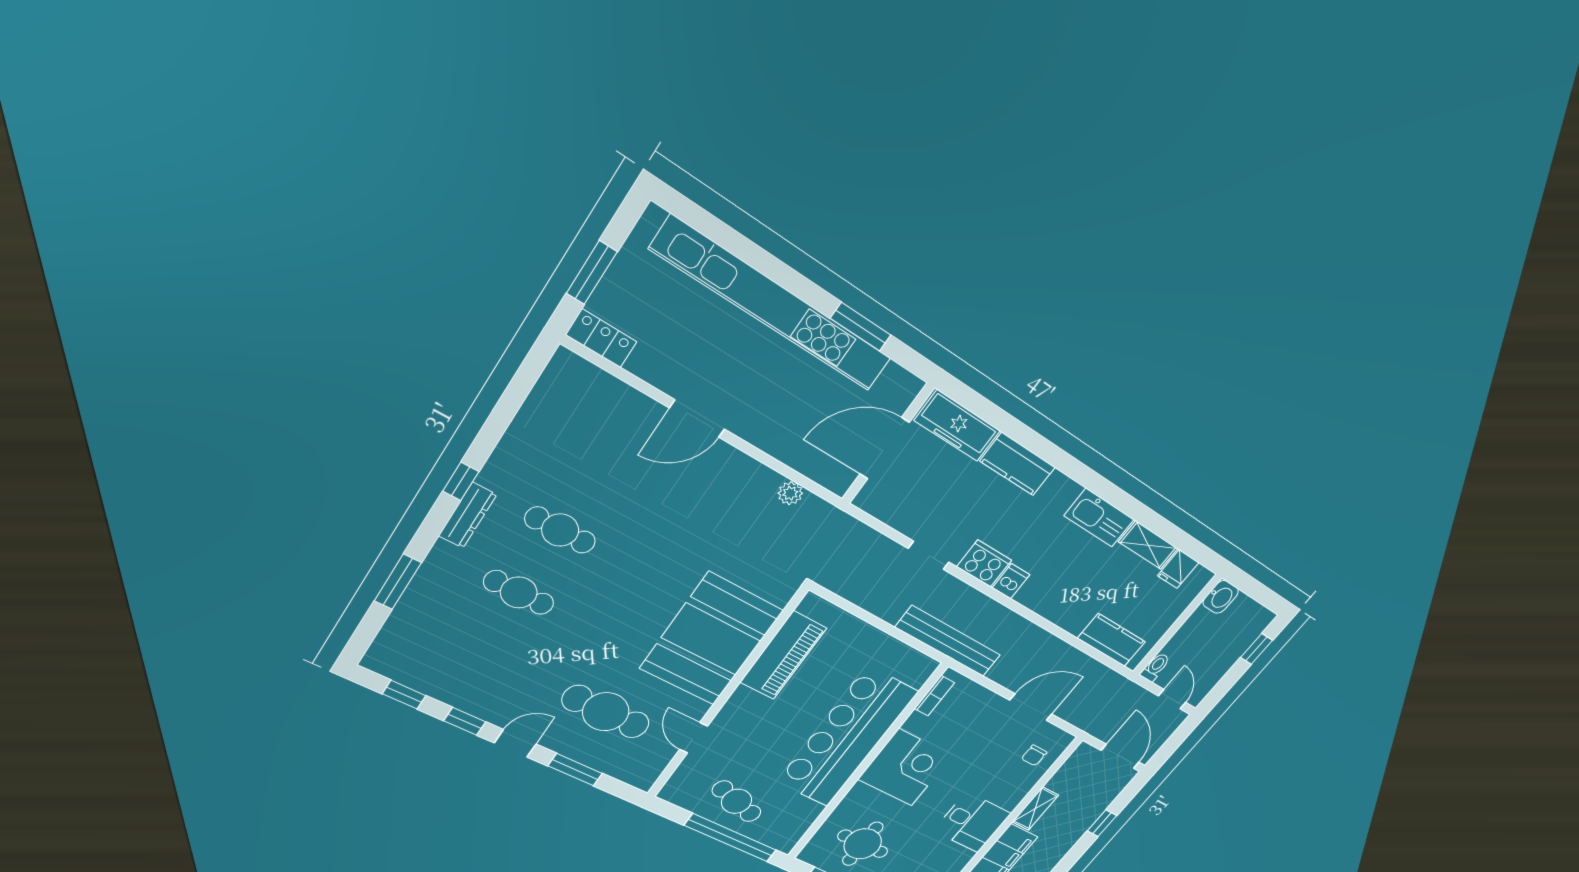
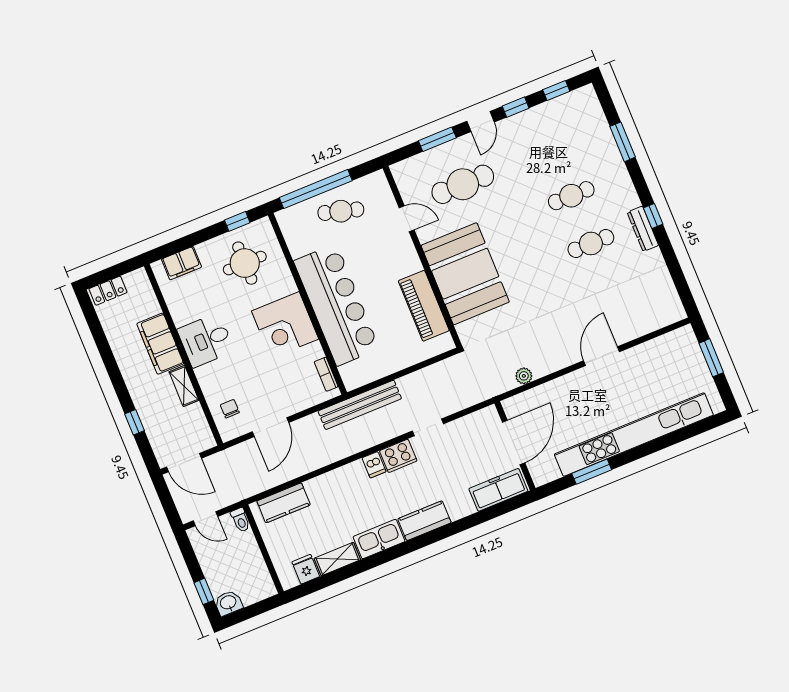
locker: (601, 338) -> (677, 339), removed
kitchen counter: (1018, 464) -> (424, 521), moved
dresser: (468, 515) -> (643, 229), moved
washbasin: (1221, 597) -> (228, 603), moved, turned 90

